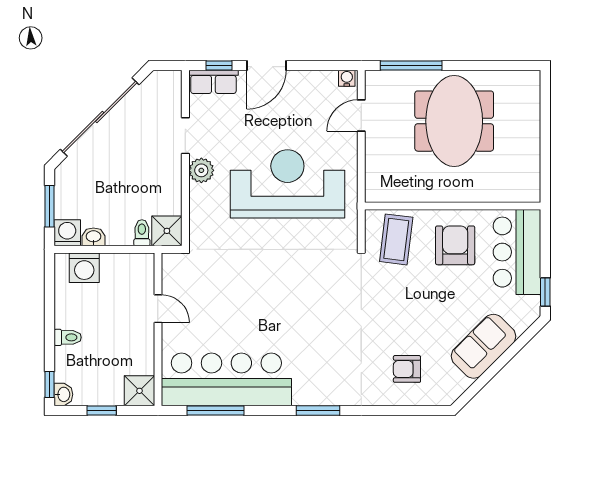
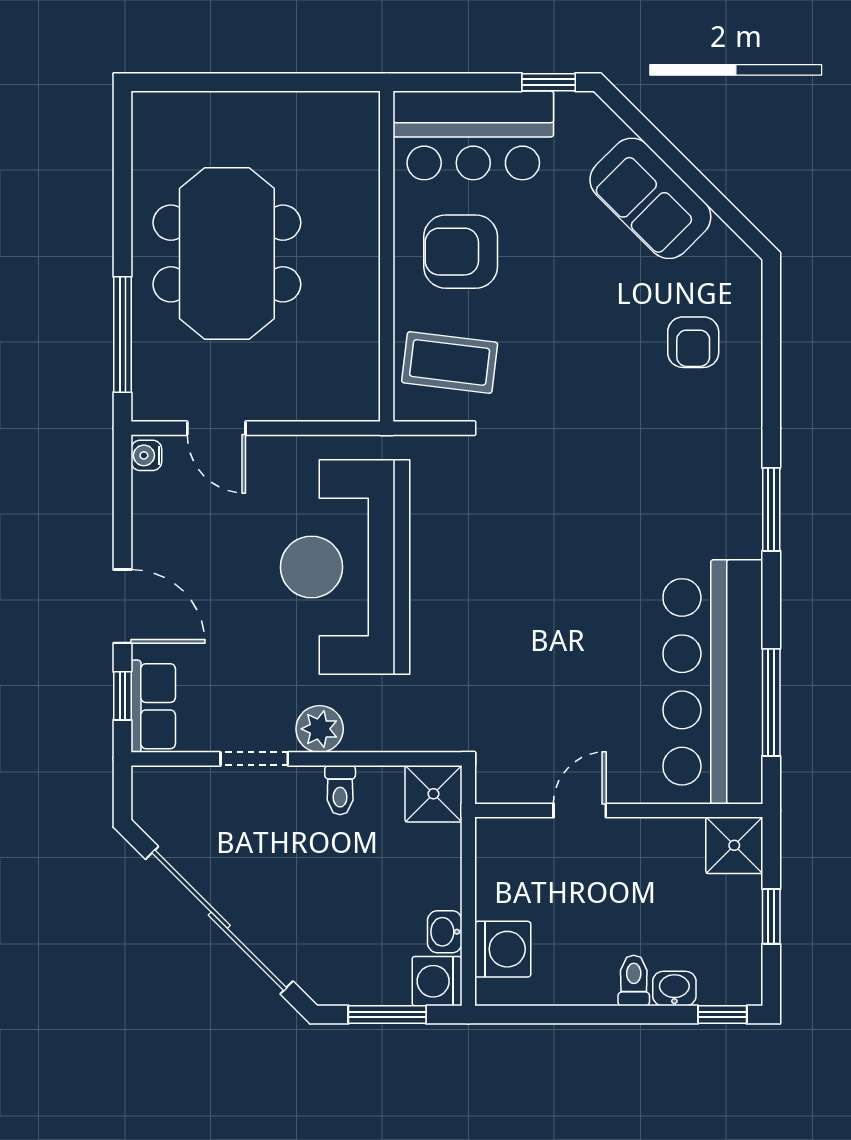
meeting table: (454, 121) -> (227, 254), turned 90
toilet: (142, 233) -> (340, 790), moved, turned -90
washbasin: (63, 394) -> (674, 989), moved

